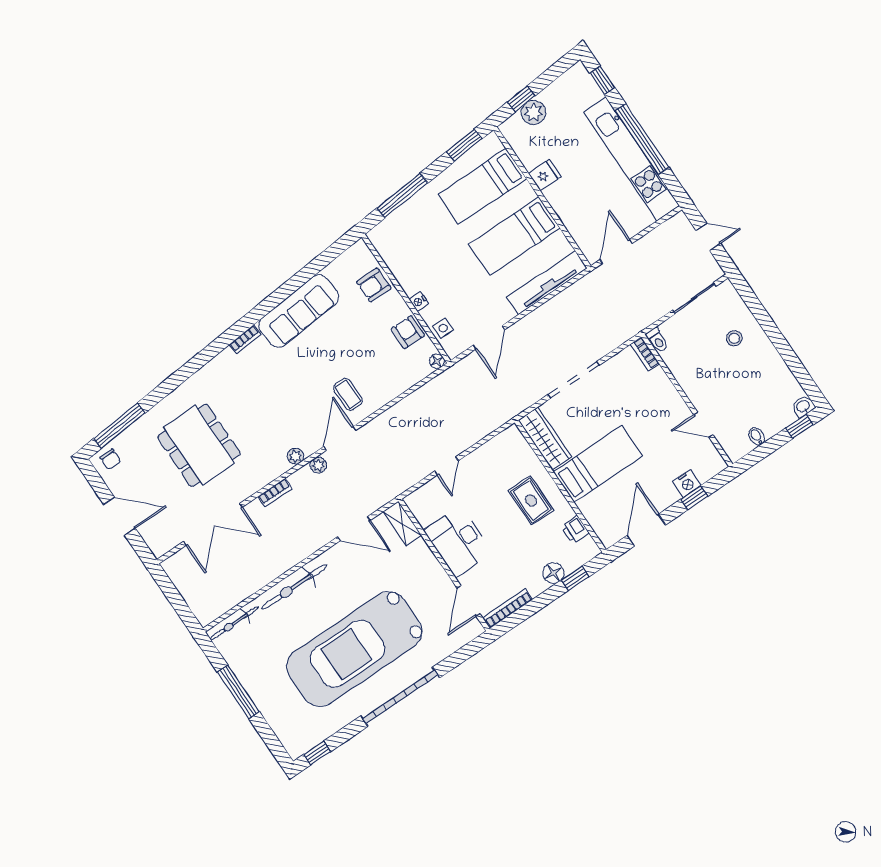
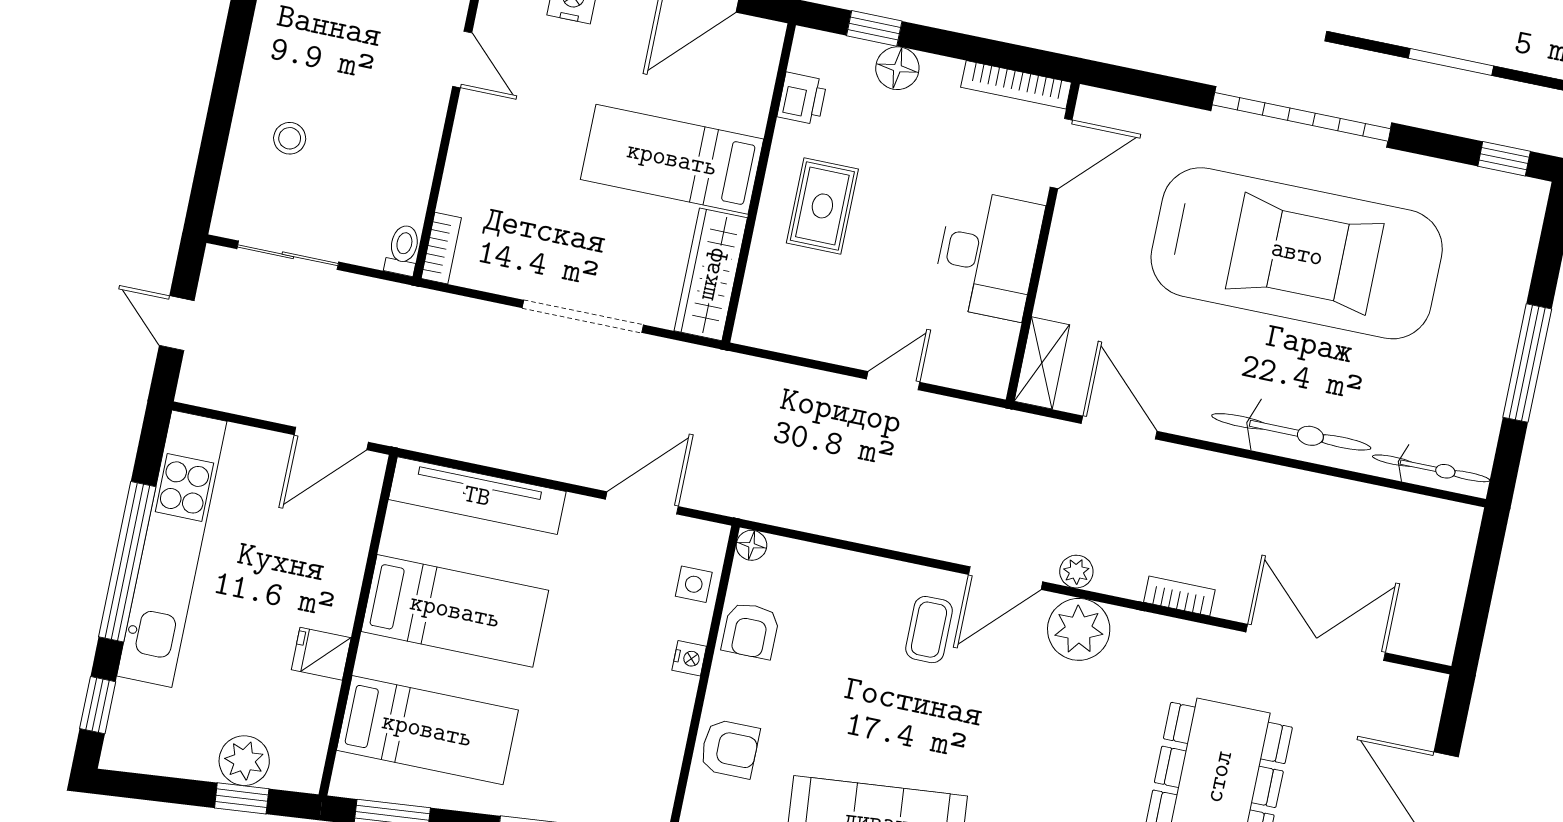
plant: (296, 456) -> (1079, 629), width x1.88, depth x1.88

